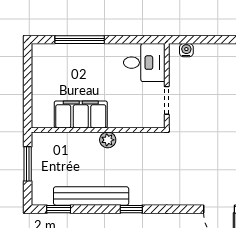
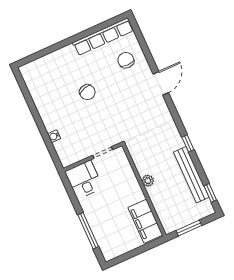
water cooler: (186, 50) -> (54, 136), moved
filing cabinet: (81, 114) -> (145, 221), moved

